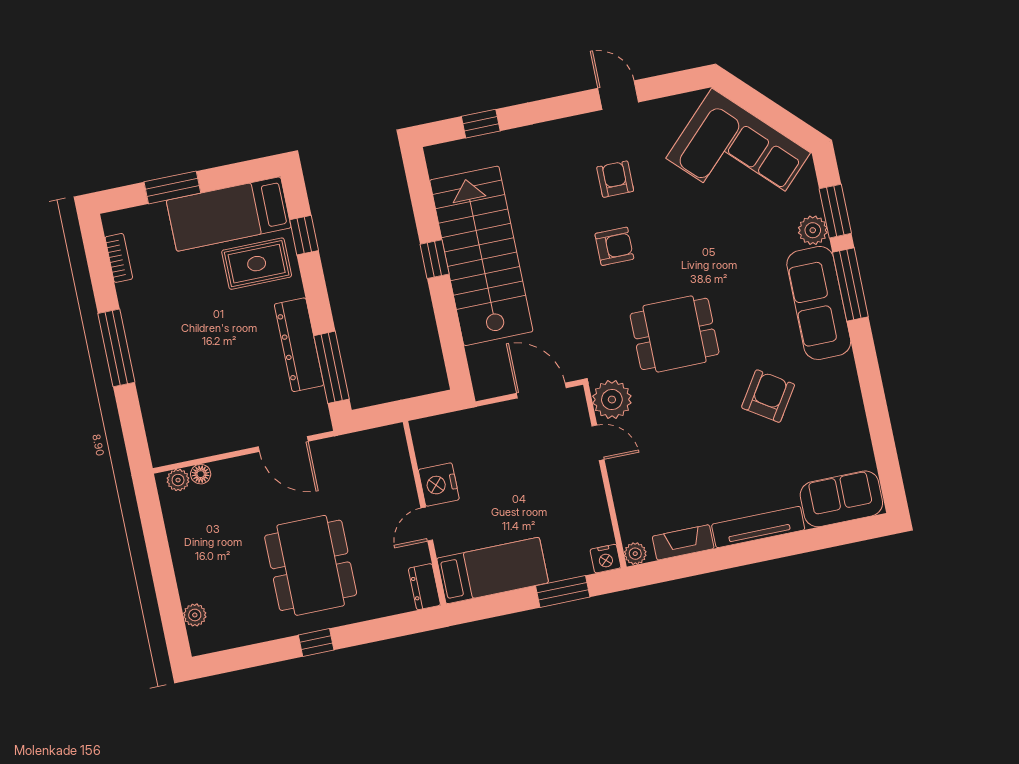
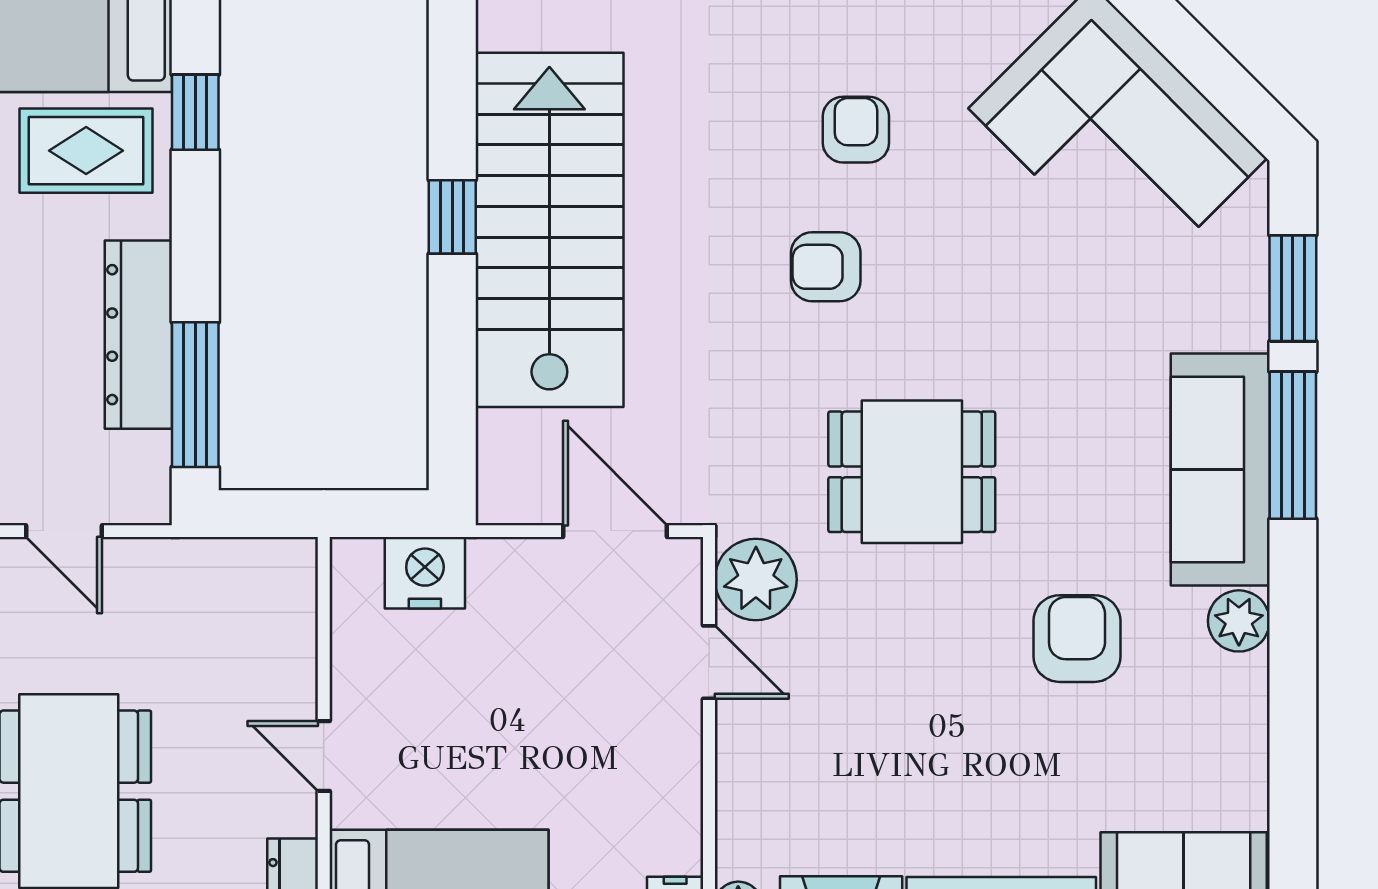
plant: (813, 230) -> (1239, 621), moved
armchair: (614, 246) -> (826, 267), turned 180
armchair: (768, 396) -> (1077, 639), turned -33
door: (283, 444) -> (64, 531), width x0.73
nightstand: (439, 485) -> (425, 573), moved, turned 90
door: (427, 524) -> (324, 756), hinge flipped

